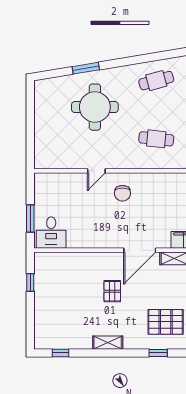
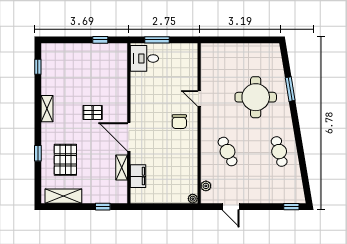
cafe table: (156, 139) -> (227, 152), turned -30
chair: (122, 193) -> (179, 122), turned -90

